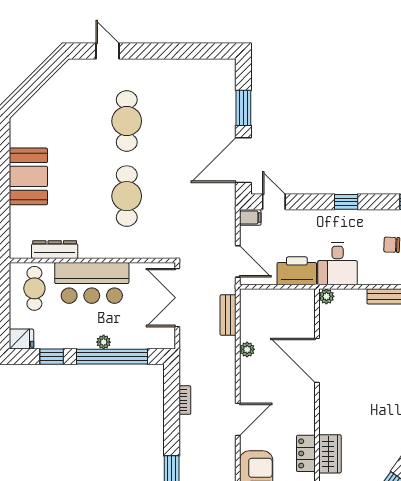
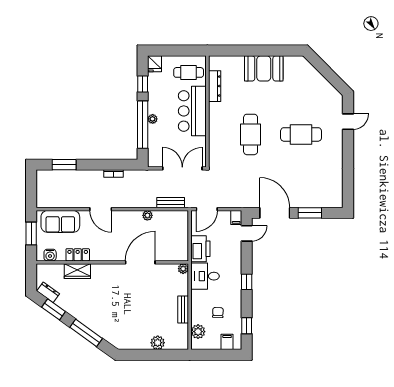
cafe table: (127, 196) -> (251, 134), turned 90

